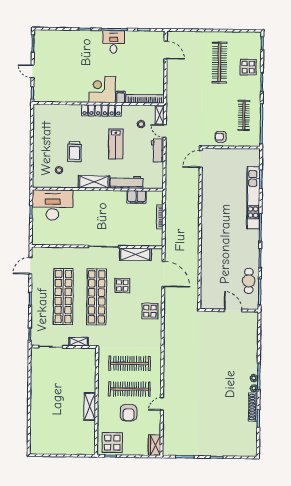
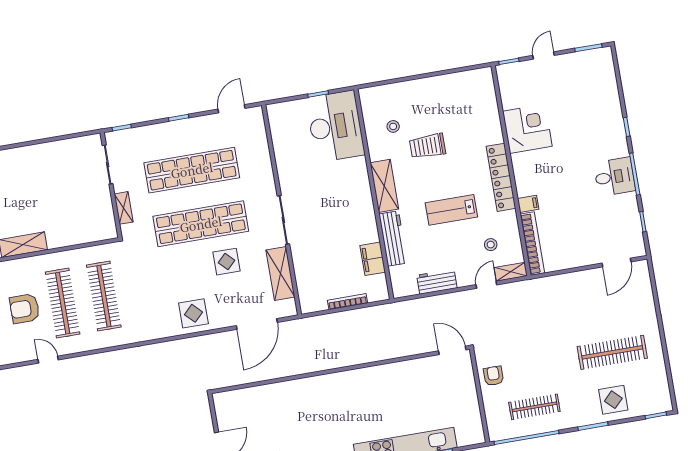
corner desk: (102, 90) -> (527, 129), moved
workbench: (158, 150) -> (437, 282), moved
door: (31, 266) -> (231, 109), hinge flipped

